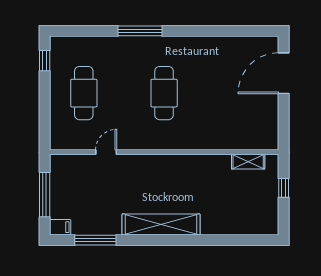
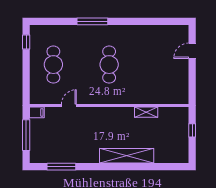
door: (284, 73) -> (192, 51), width x0.53
shelving: (248, 162) -> (146, 112), moved
shelving: (161, 224) -> (127, 156), moved
filing cabinet: (60, 227) -> (37, 112), moved

